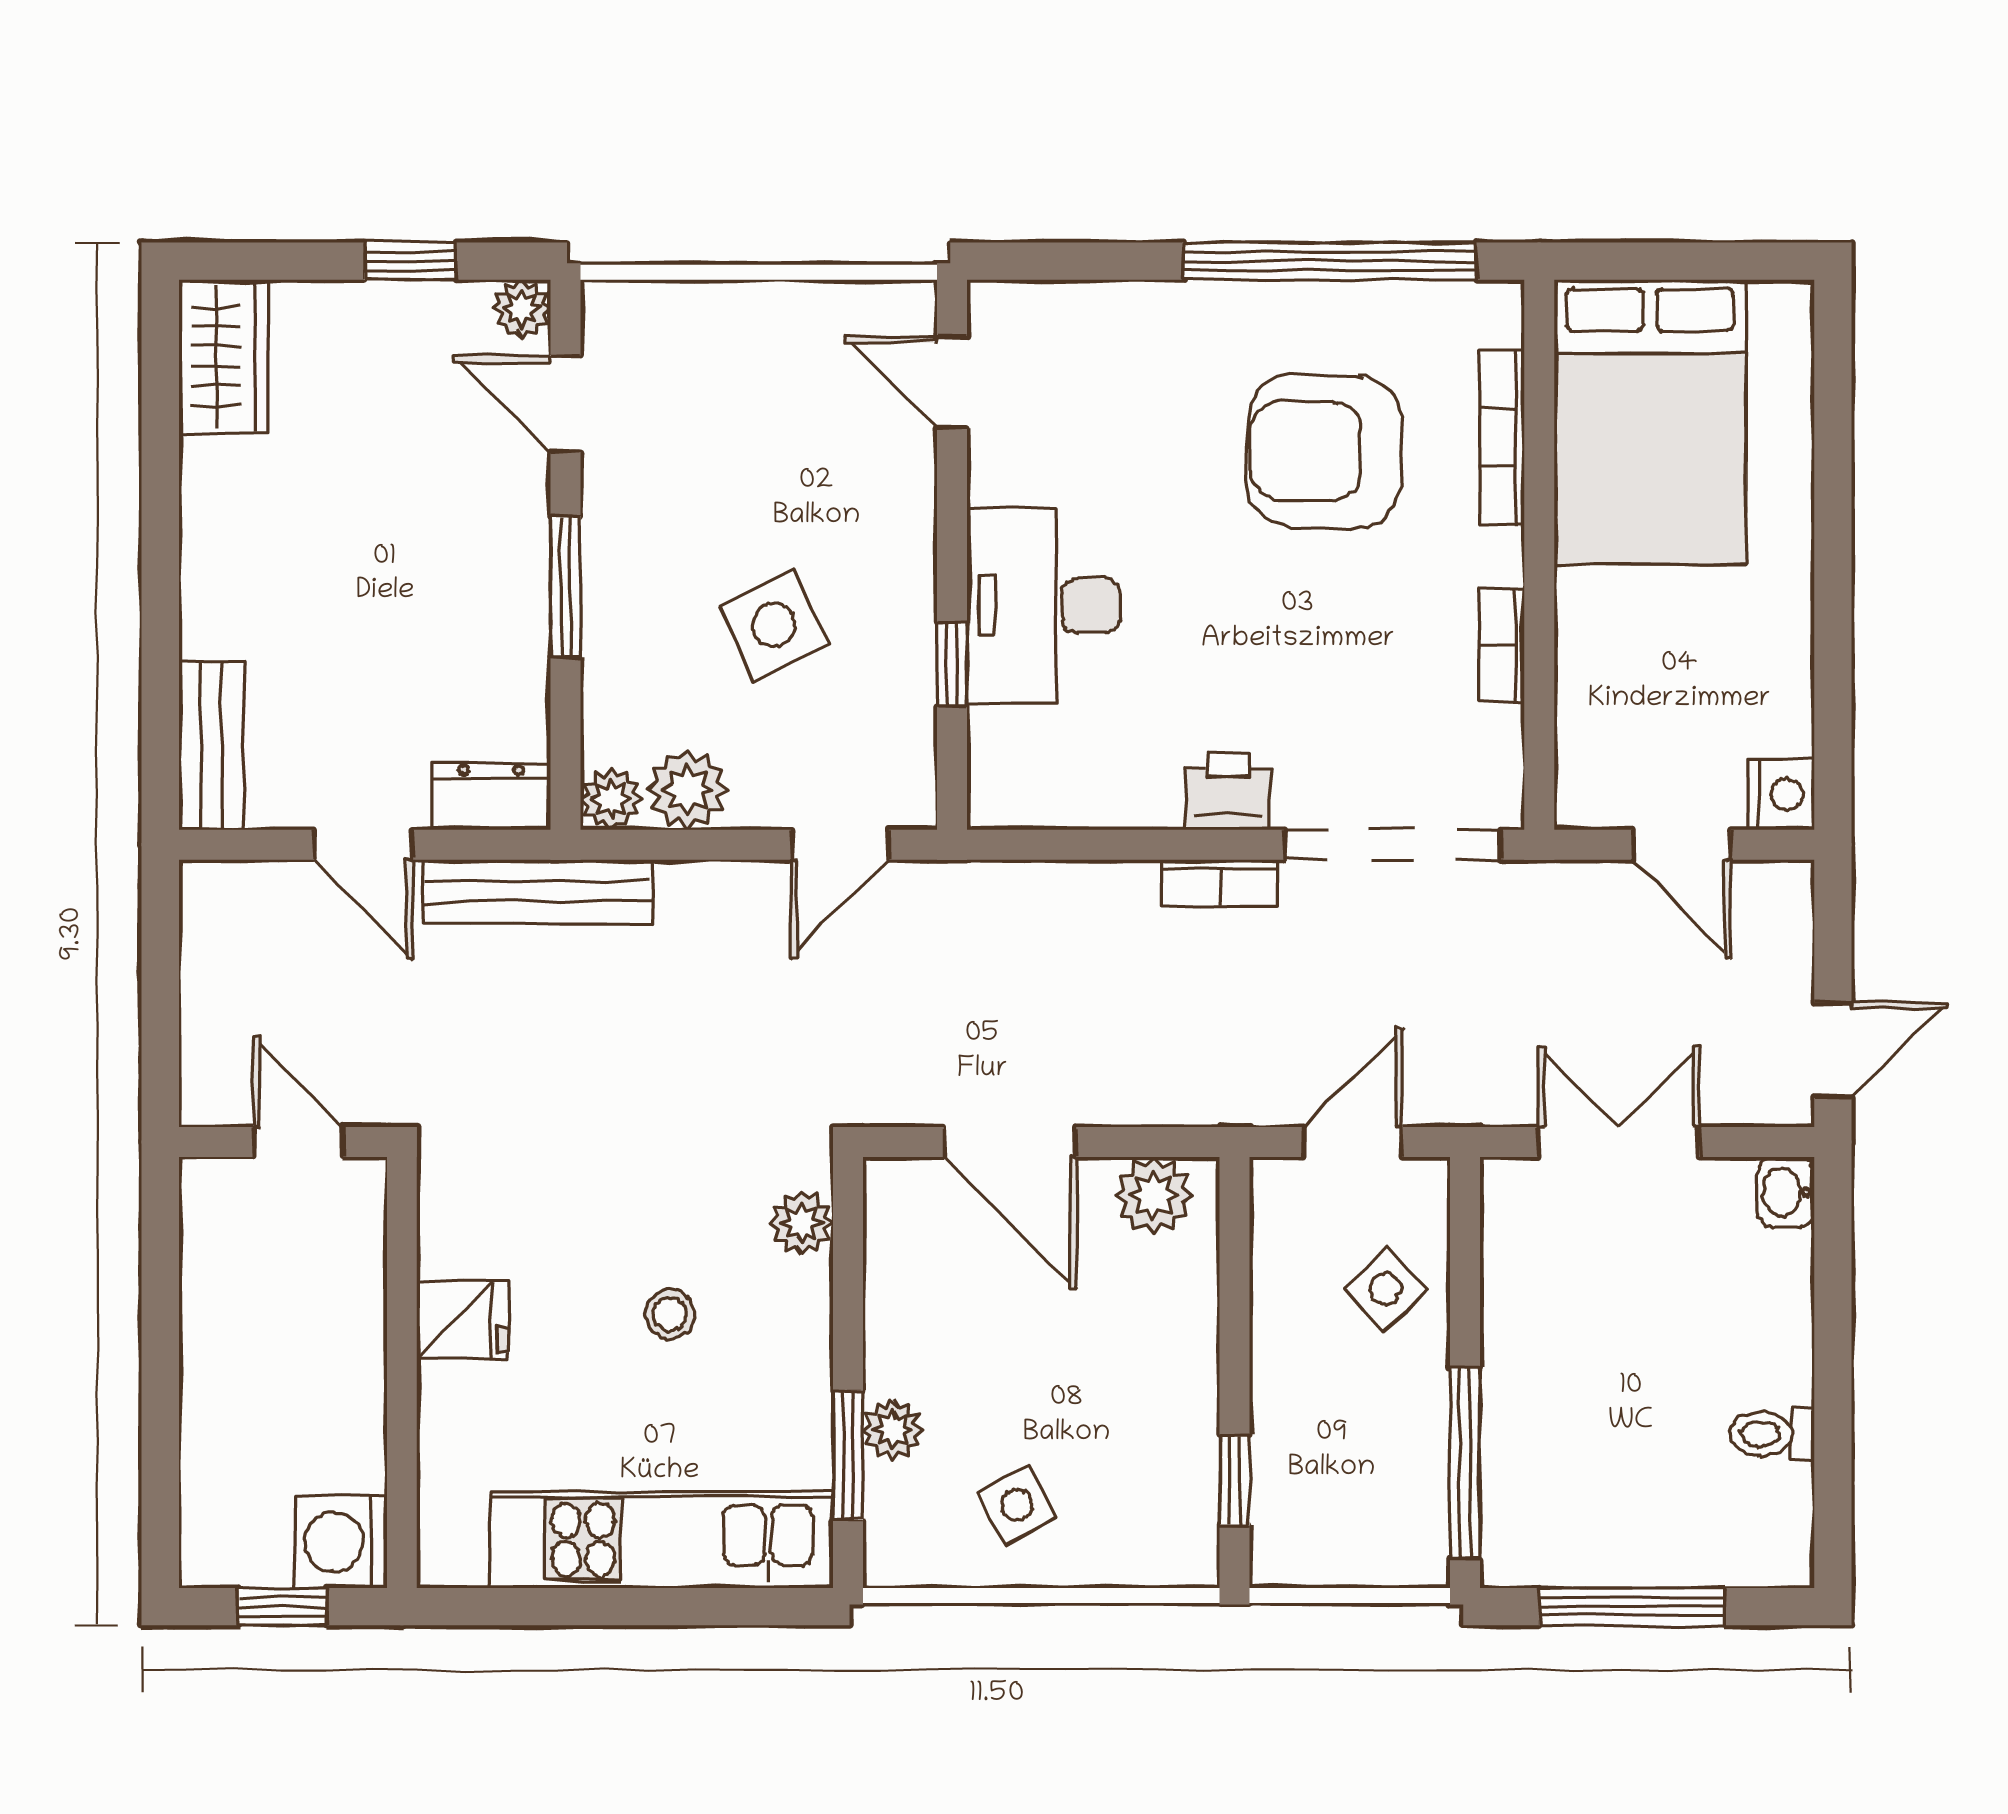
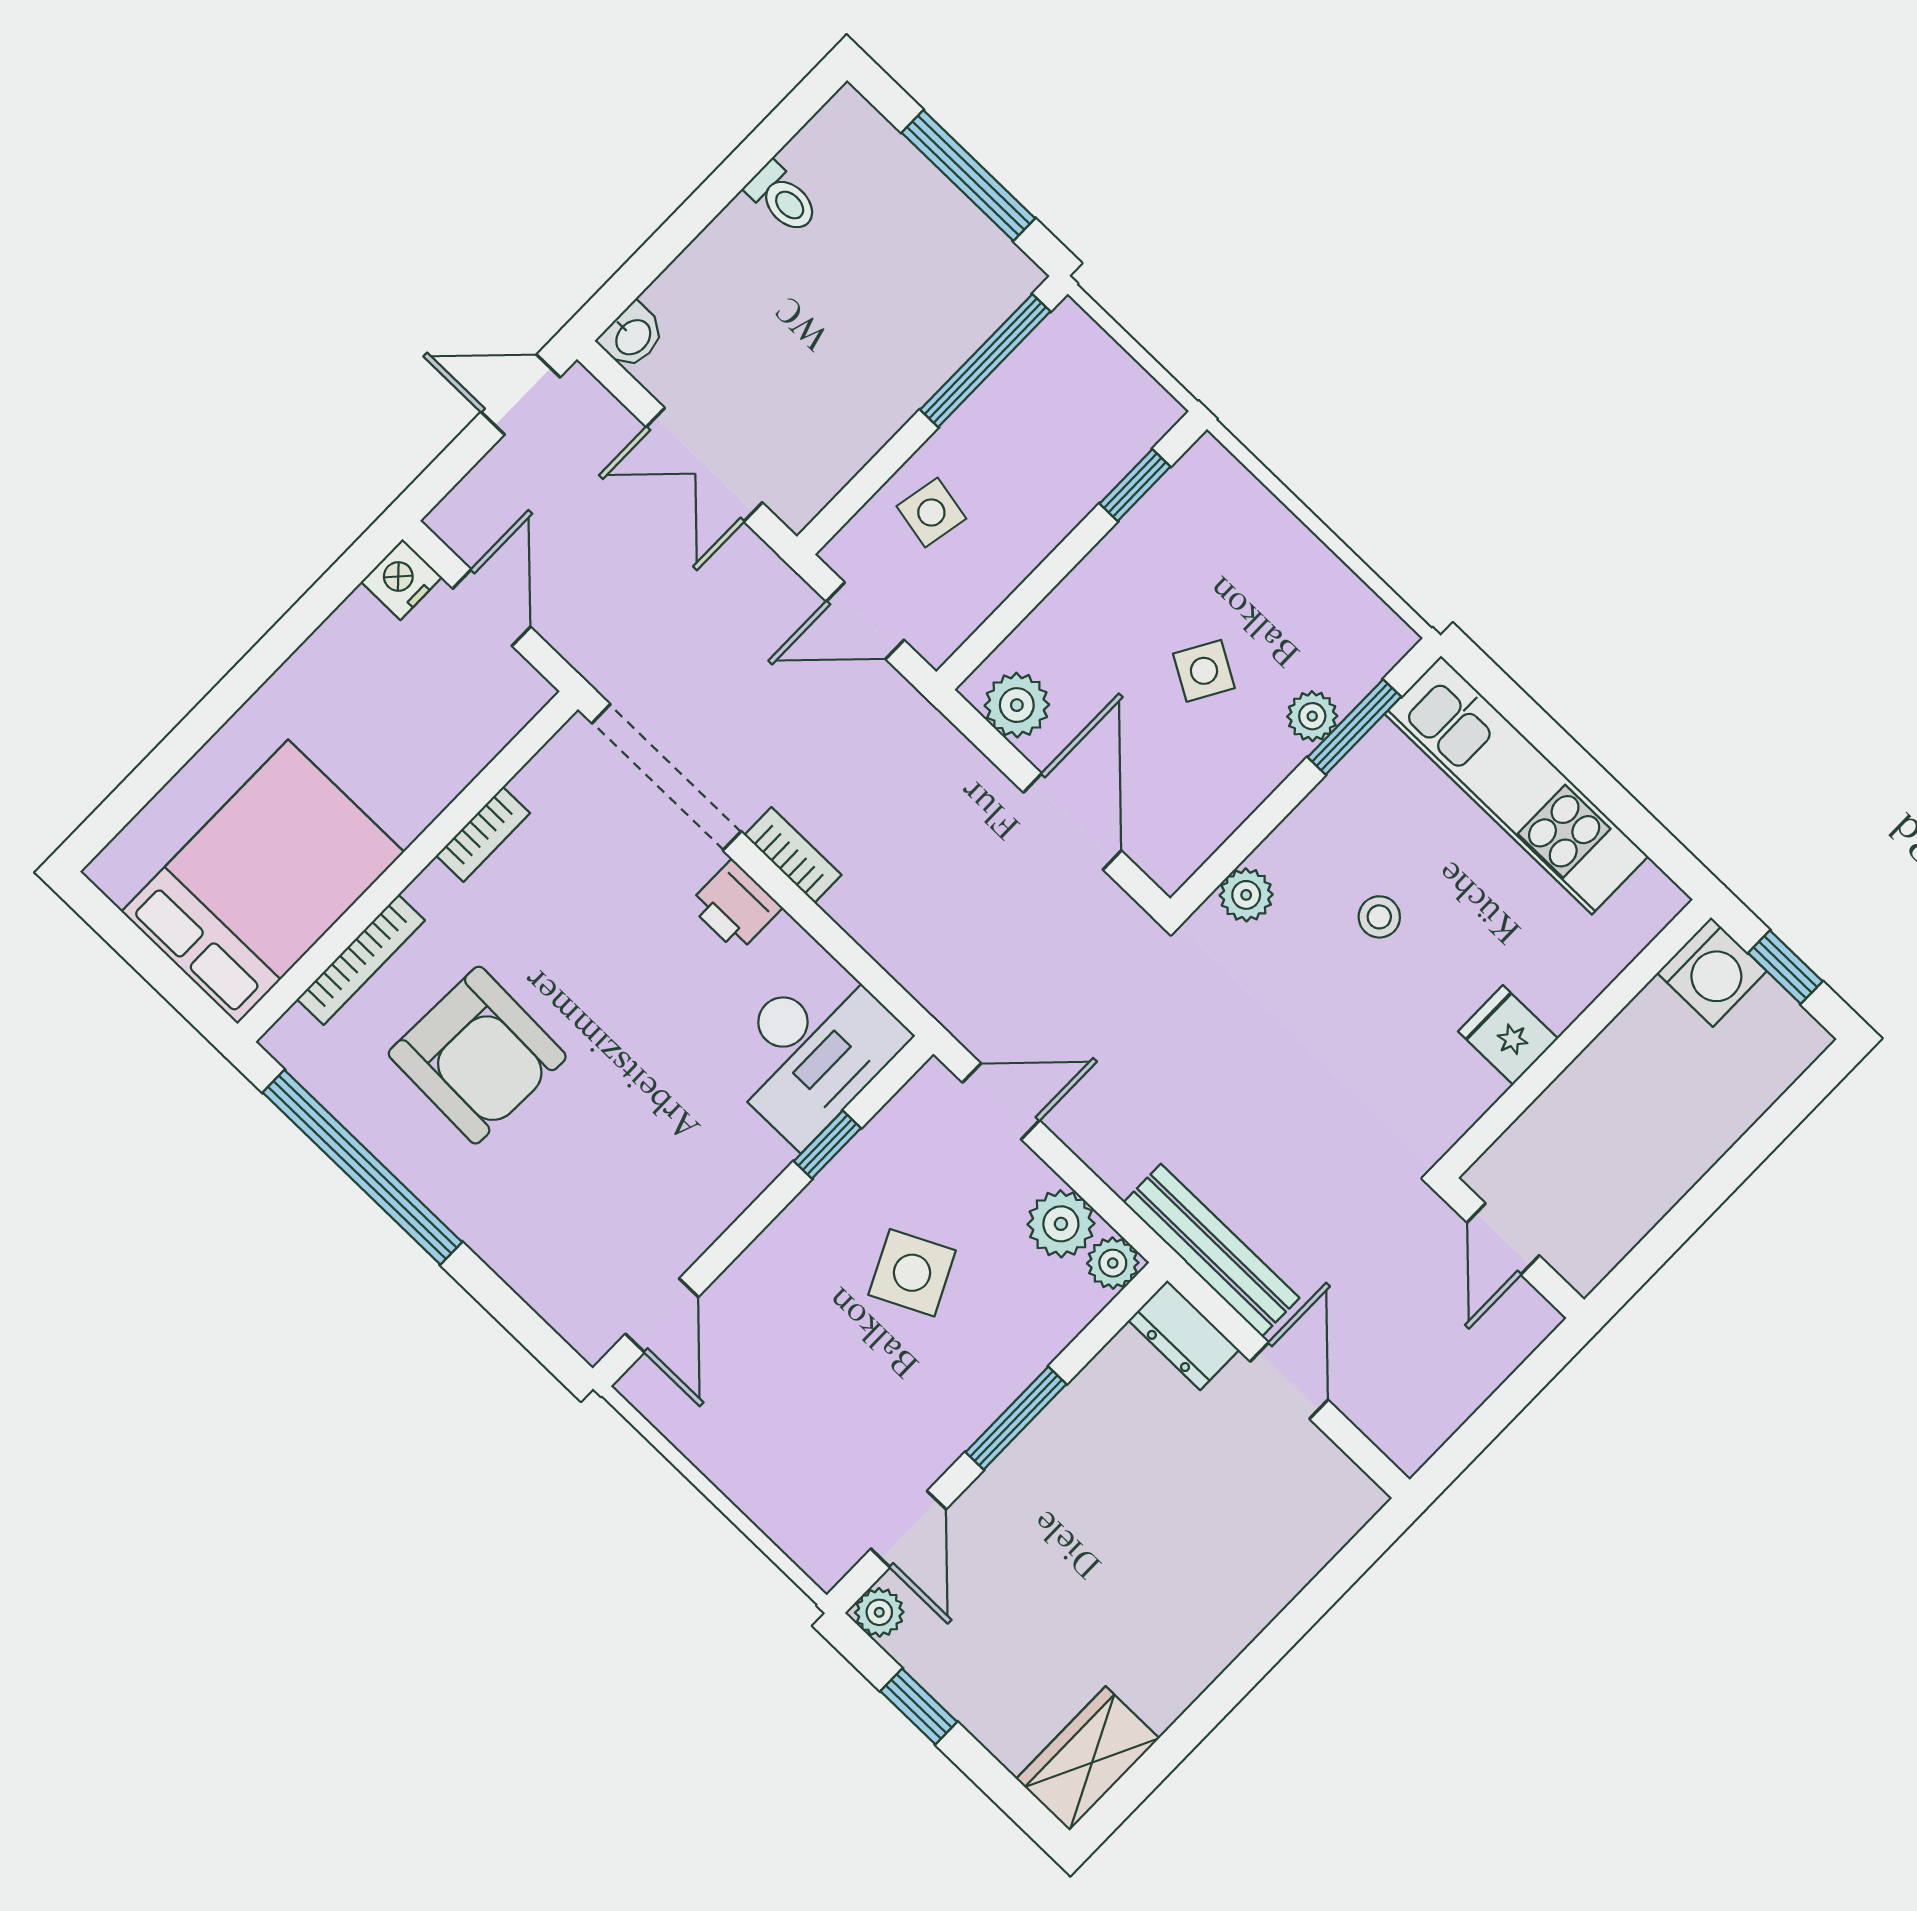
desk: (1044, 606) -> (812, 1050), moved
bench: (211, 746) -> (1324, 1530), removed
side table: (1385, 1289) -> (931, 512), turned -36
side table: (1017, 1505) -> (1204, 671), moved, turned -32

